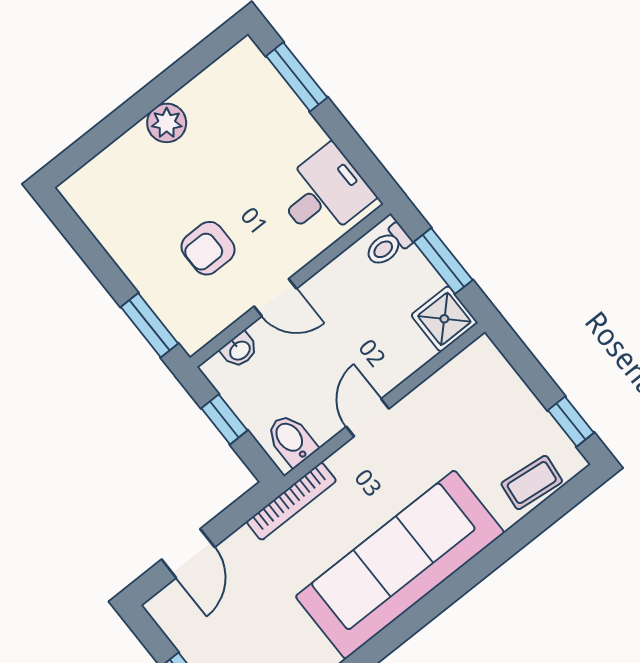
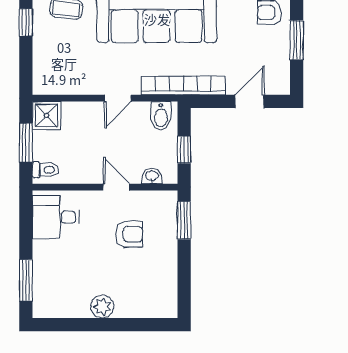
bookcase: (291, 501) -> (183, 85), width x1.48, depth x1.31

